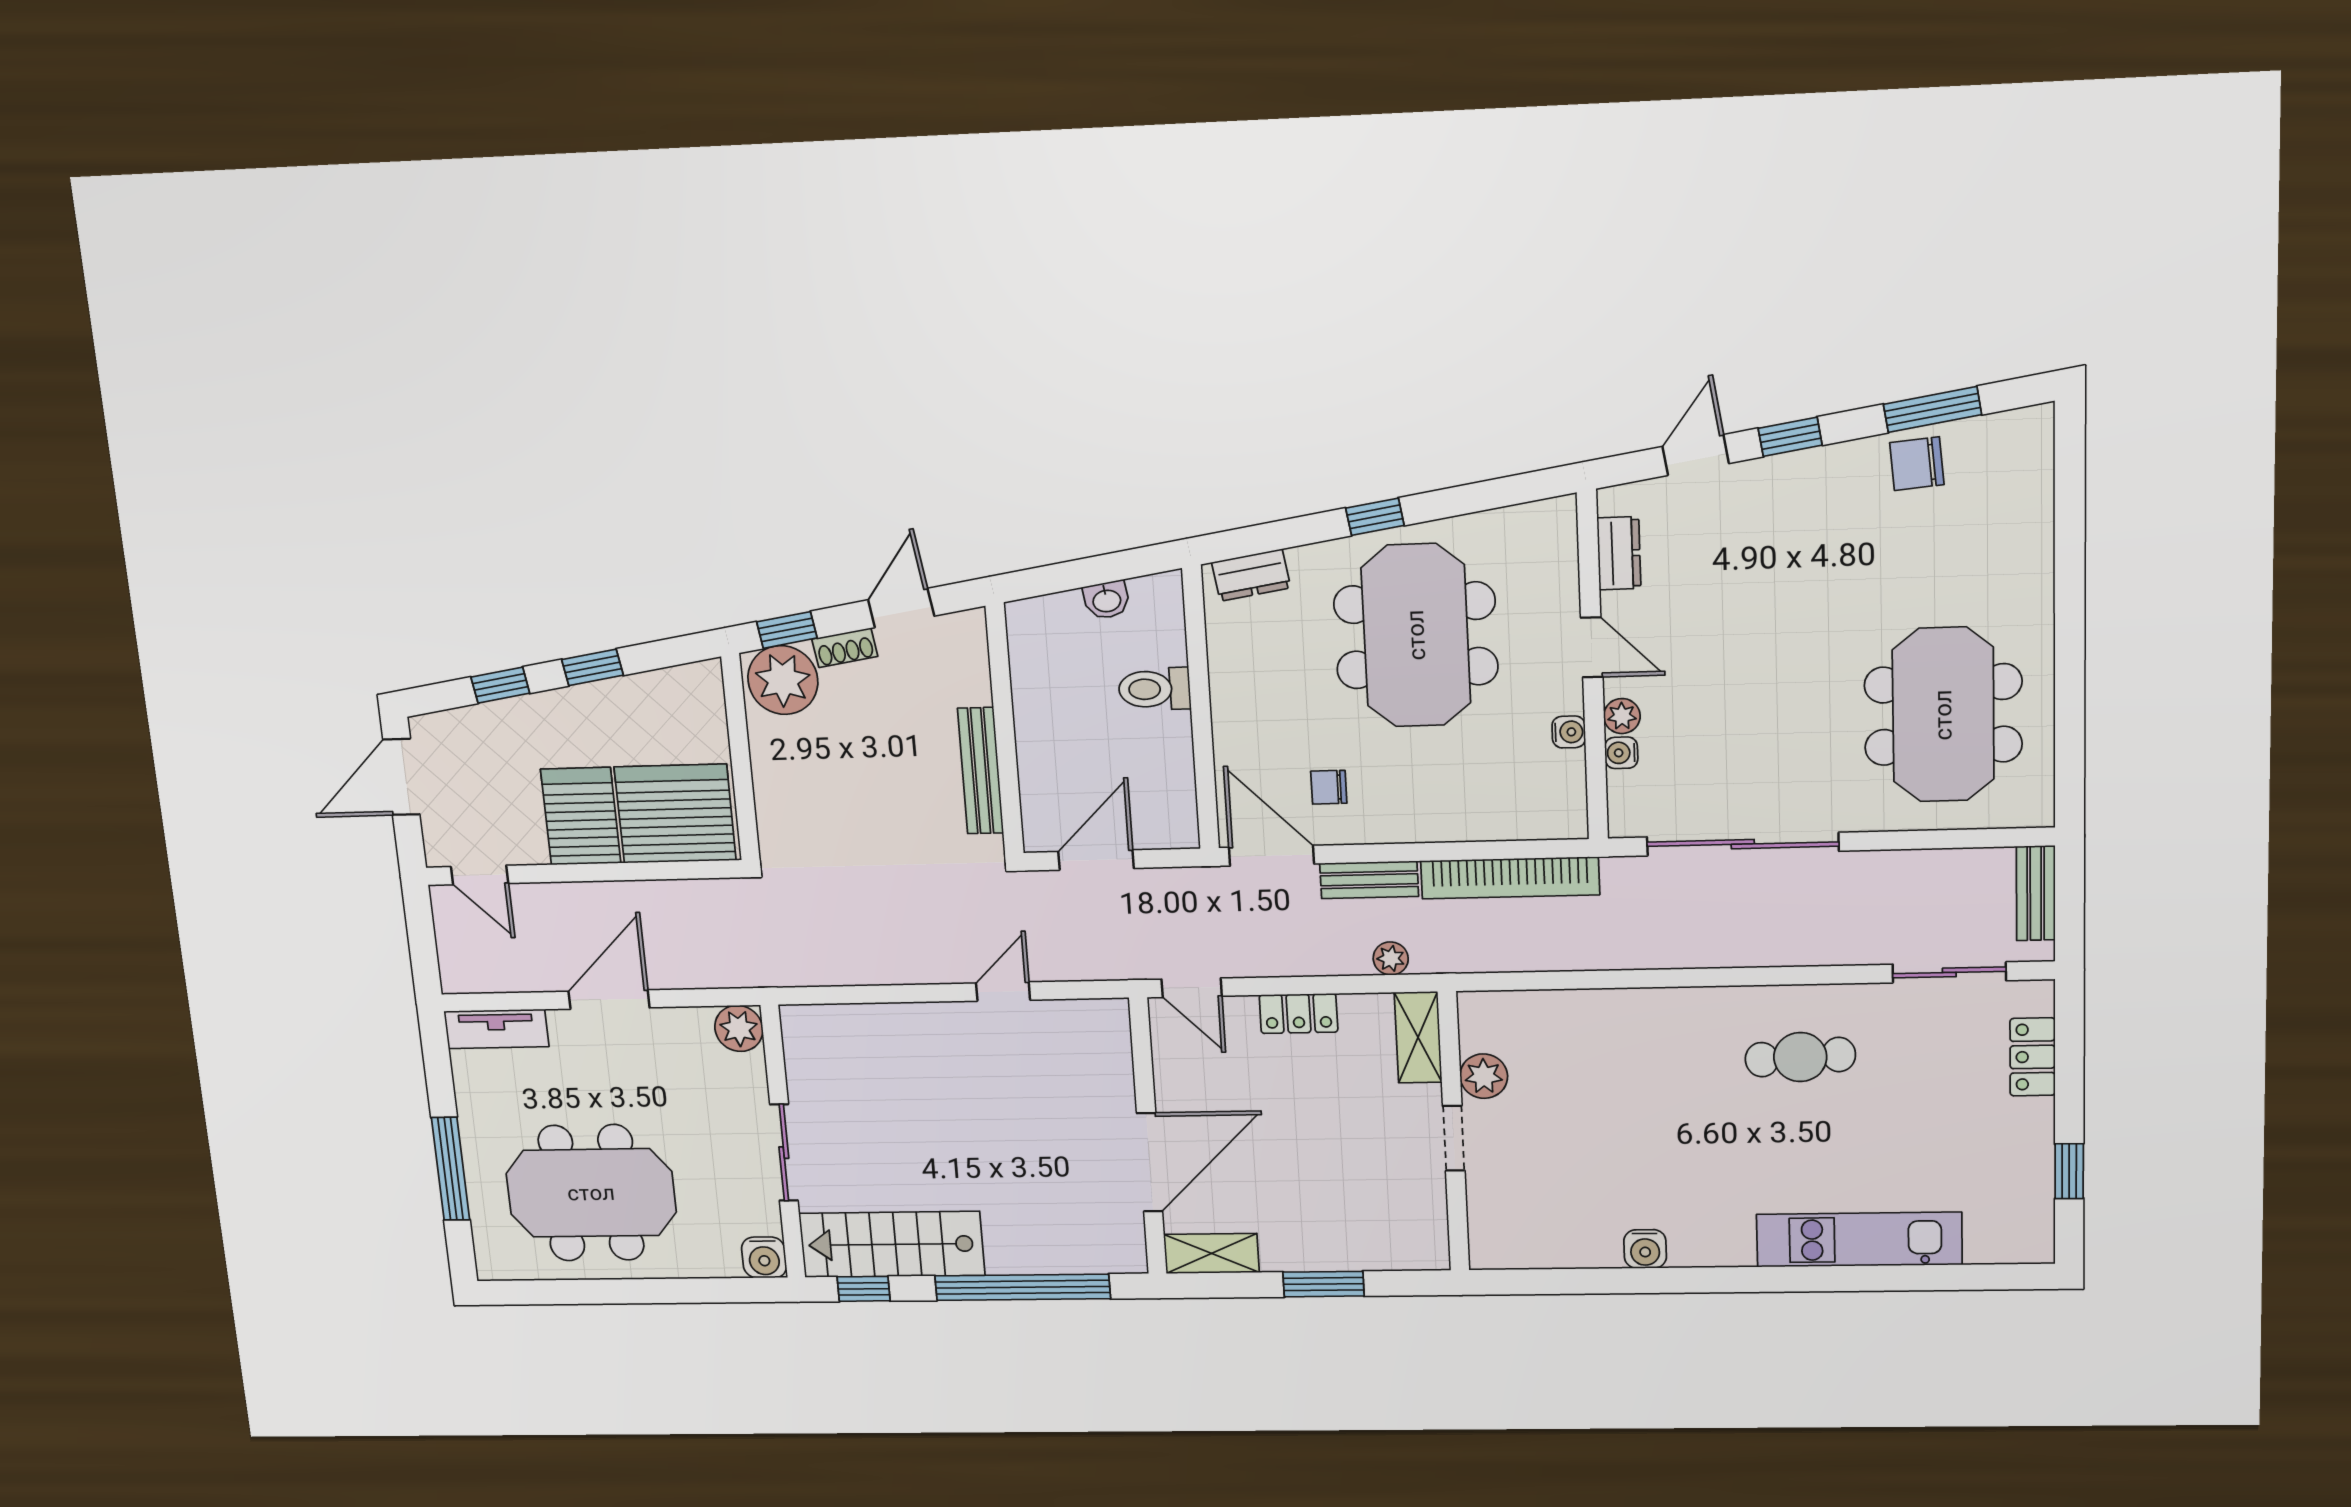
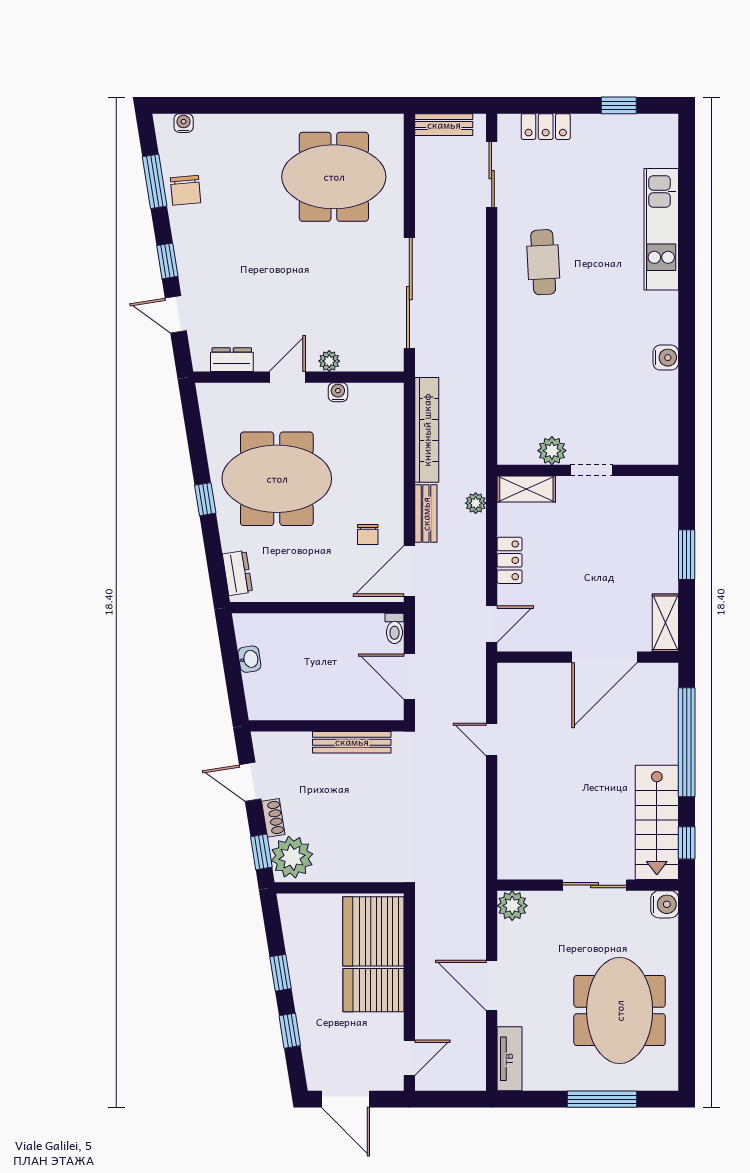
toilet: (1155, 689) -> (394, 628), moved, width x0.73, depth x0.72
water cooler: (1621, 753) -> (184, 123), moved, turned 180
door: (1150, 1162) -> (605, 657), swing flipped

